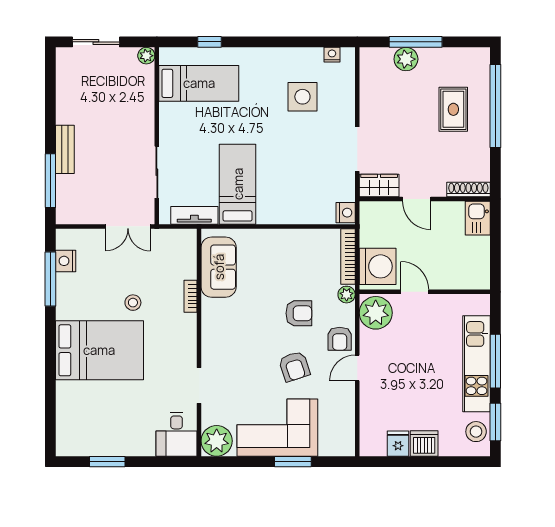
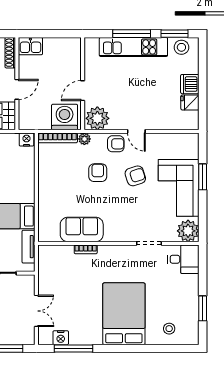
double door: (128, 226) -> (36, 311), moved
sofa: (219, 267) -> (82, 229), moved
stool: (133, 303) -> (169, 329), moved

